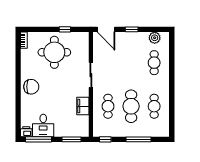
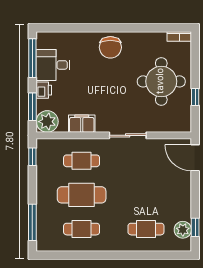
door: (106, 29) -> (195, 158), hinge flipped
window: (132, 29) -> (195, 227), moved
plant: (81, 129) -> (47, 122), added
printer: (26, 132) -> (44, 90), moved
window: (139, 139) -> (32, 222), moved

